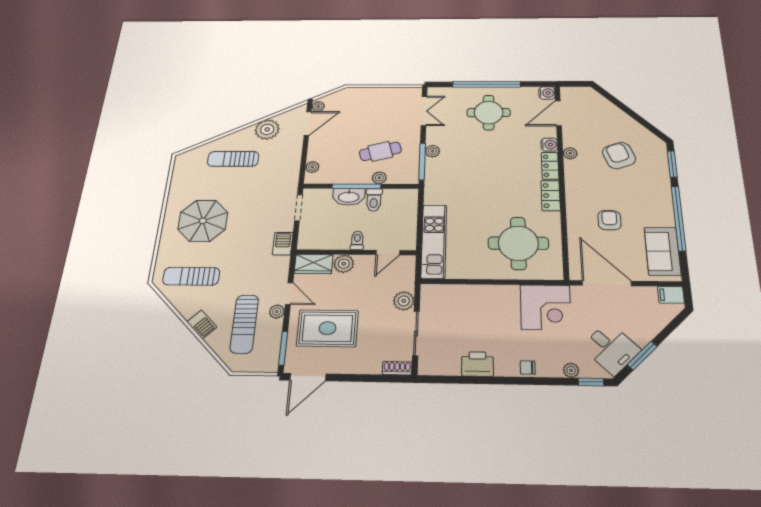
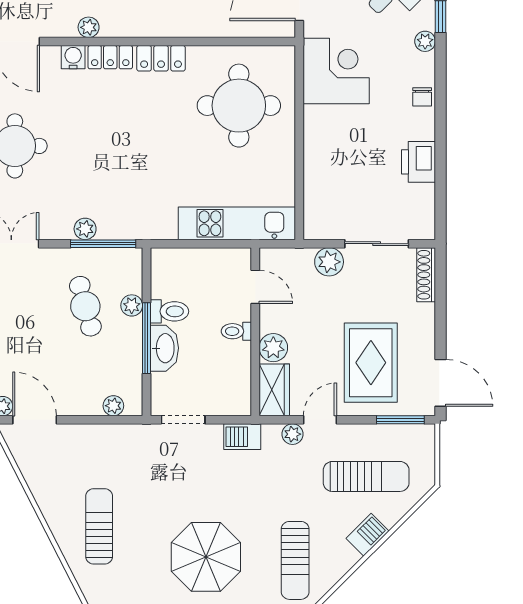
plant: (267, 129) -> (46, 481), removed
sun lounger: (233, 159) -> (99, 526), turned 180
plant: (277, 312) -> (292, 434), moved
shoe rack: (397, 368) -> (426, 275), width x1.43

